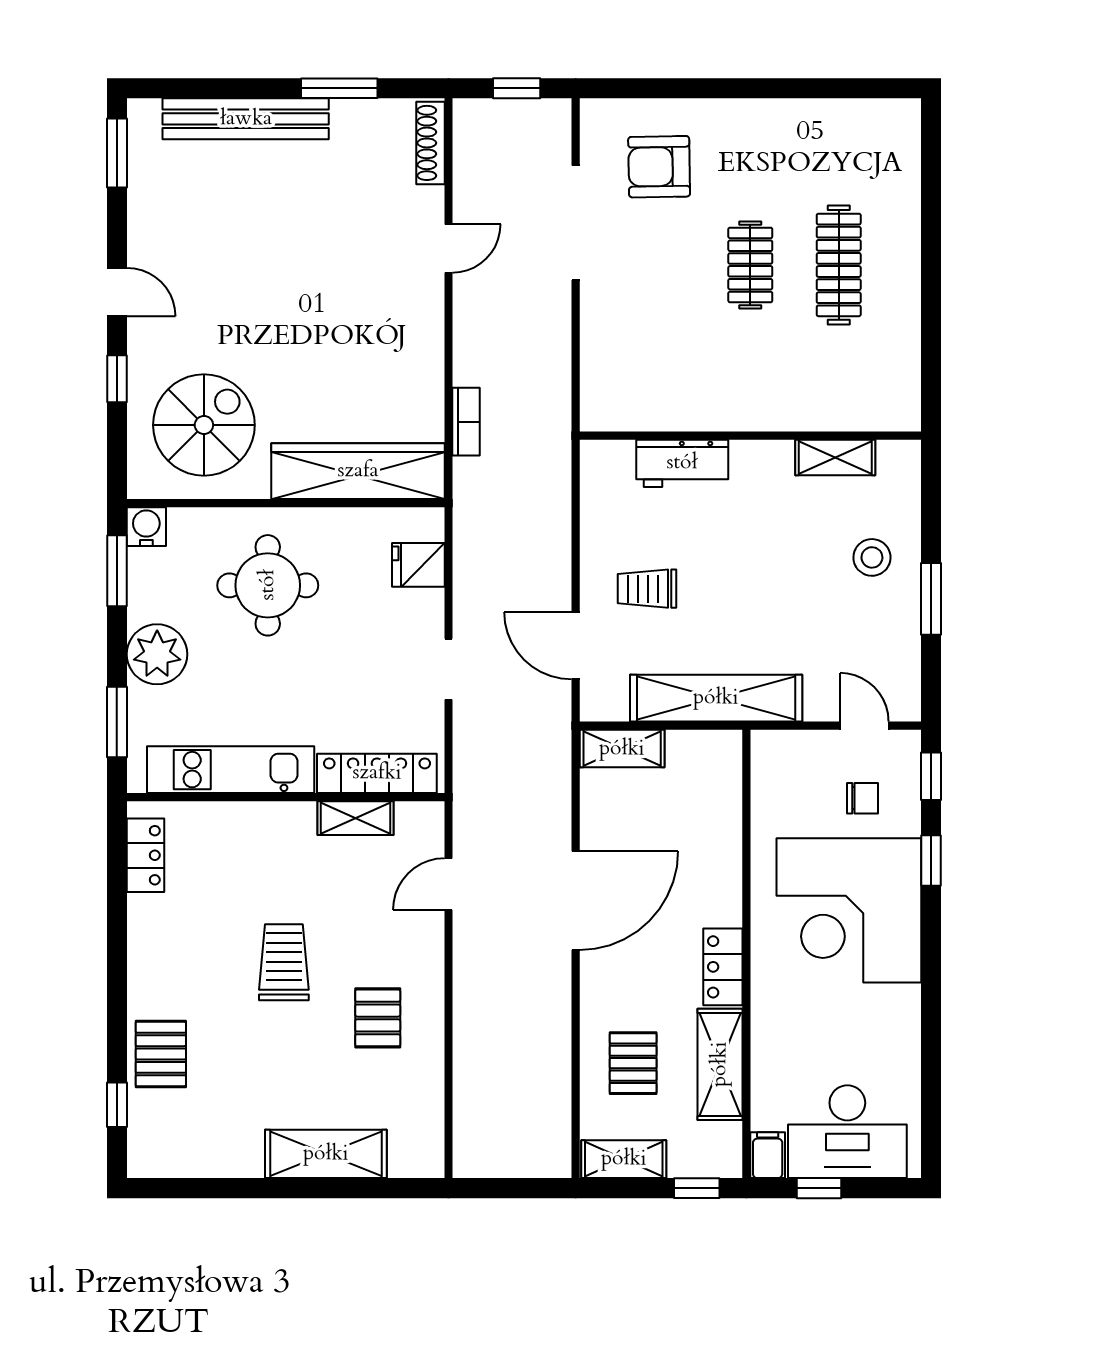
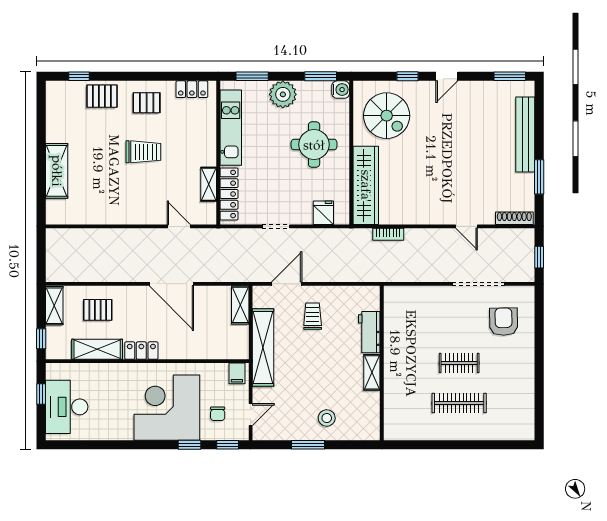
shelving: (835, 458) -> (372, 372), moved
pallet: (378, 1018) -> (147, 103), moved
filing cabinet: (768, 1155) -> (237, 373), moved, turned 90

